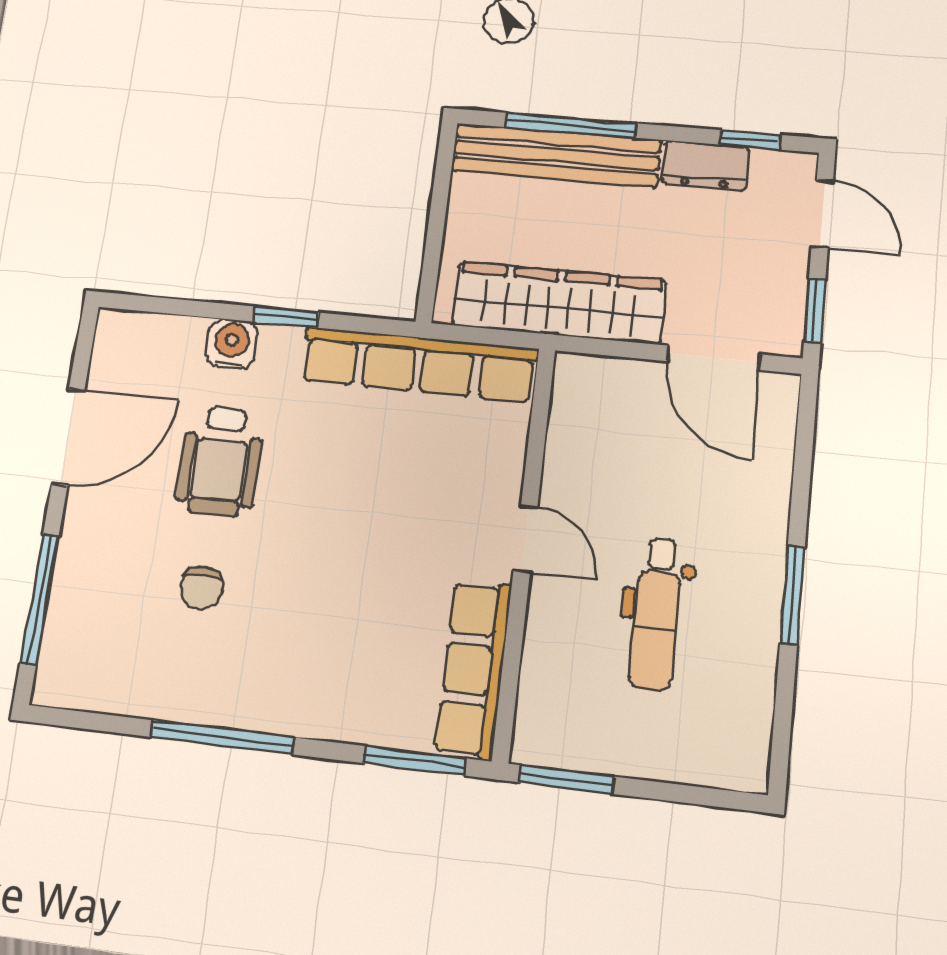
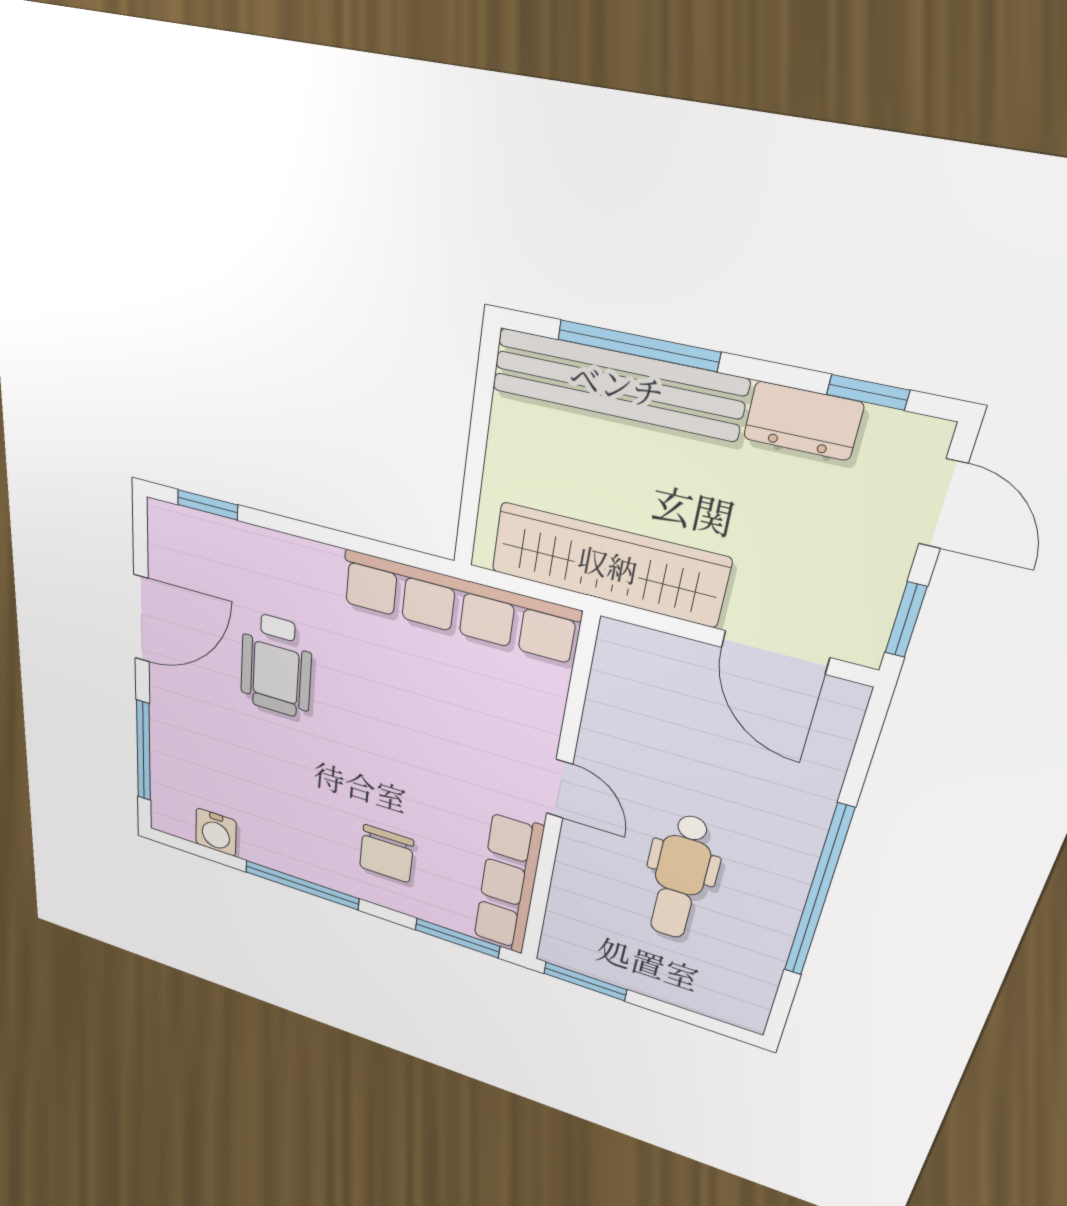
window: (286, 317) -> (208, 505), moved
water cooler: (232, 344) -> (216, 832), moved, turned 180
chair: (202, 588) -> (386, 854), moved, width x1.37, depth x1.37
window: (792, 596) -> (818, 892), width x2.11

